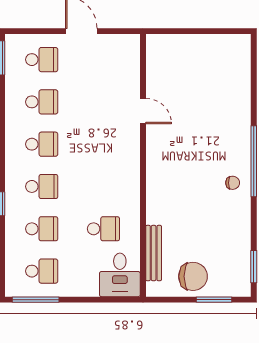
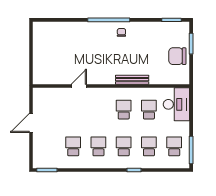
school desk: (42, 60) -> (124, 110), moved
bench: (154, 253) -> (132, 80), moved
desk: (120, 275) -> (176, 104), width x1.37
chair: (193, 276) -> (177, 56), turned -90

